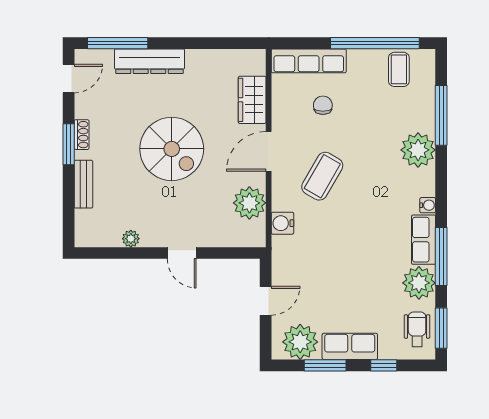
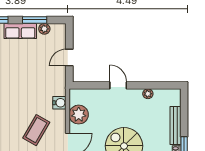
bench: (83, 184) -> (175, 125), width x1.36
plant: (300, 342) -> (44, 29), width x0.53, depth x0.53

